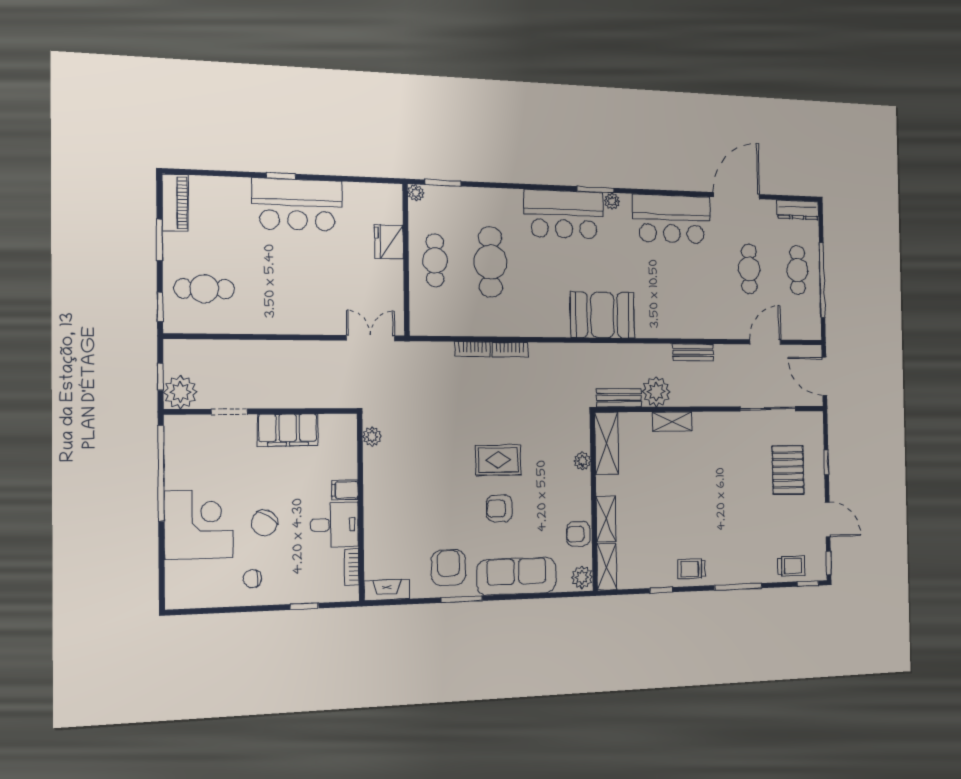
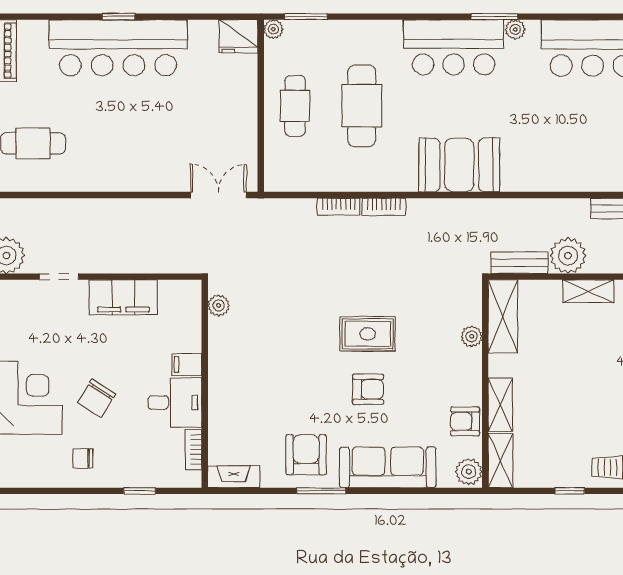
bar counter: (297, 205) -> (118, 48), width x1.36
fridge: (389, 242) -> (238, 36), moved, turned -90
booth: (602, 315) -> (459, 165), moved
armchair: (499, 508) -> (368, 389), turned 180

